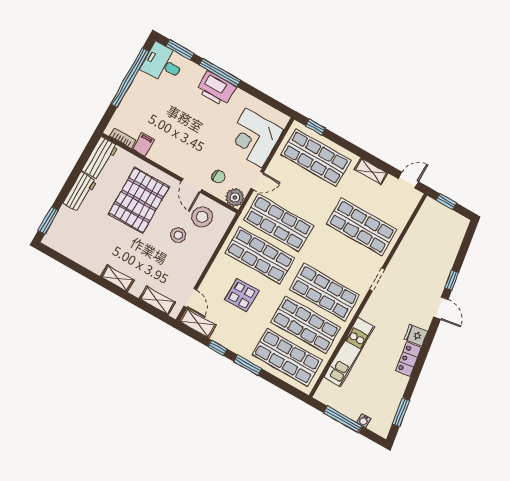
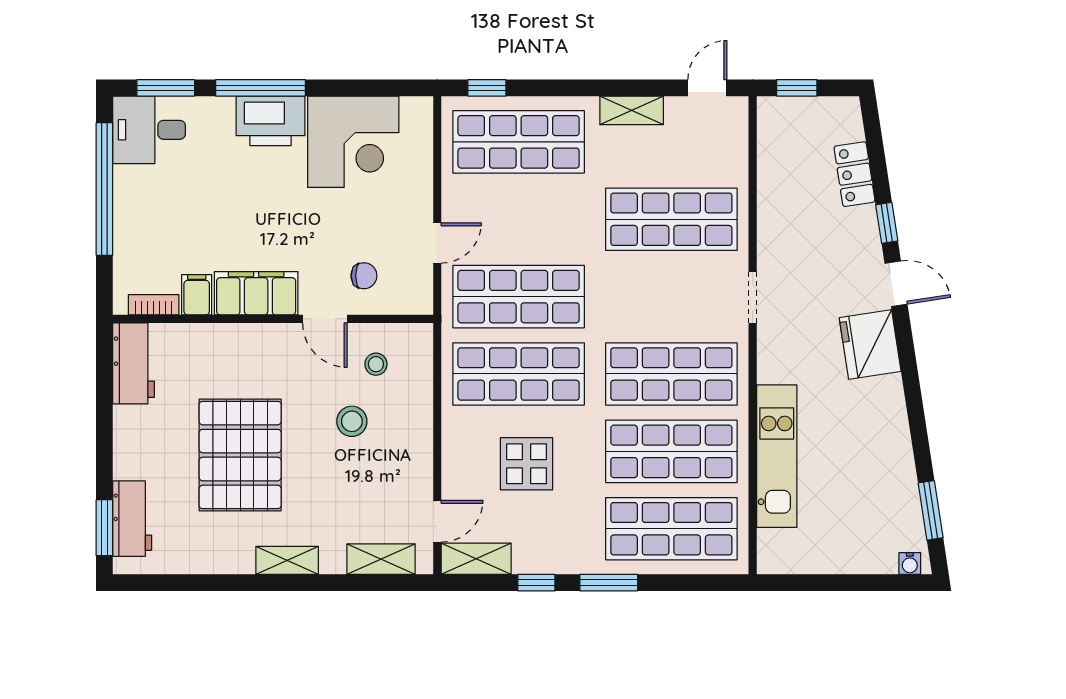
corner desk: (254, 138) -> (353, 142), moved, turned -90
filing cabinet: (169, 158) -> (256, 293), added
workbench: (80, 192) -> (132, 519), moved
plant: (235, 198) -> (415, 296), removed
pallet: (139, 200) -> (240, 455), moved
stool: (202, 217) -> (376, 364), width x0.53, depth x0.53
door: (190, 298) -> (437, 521), hinge flipped
fridge: (416, 335) -> (870, 344), width x1.88, depth x1.34
locker: (408, 359) -> (854, 174), moved
window: (343, 419) -> (834, 583), removed
water cooler: (364, 421) -> (910, 564), moved

